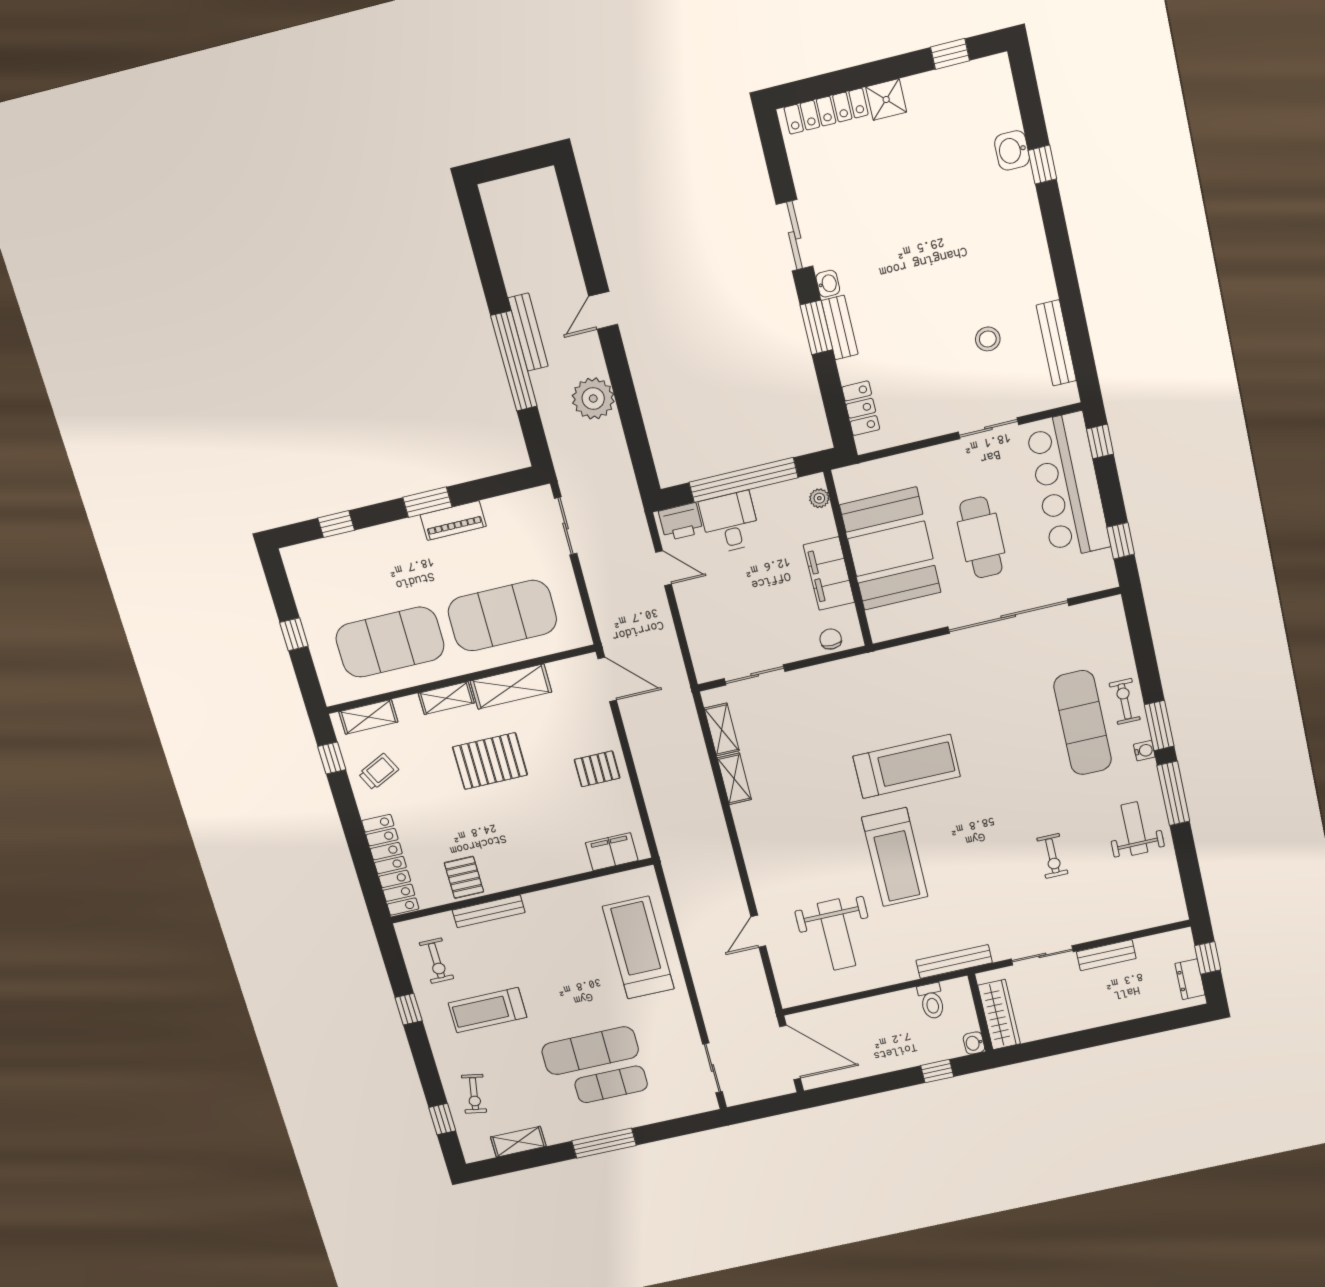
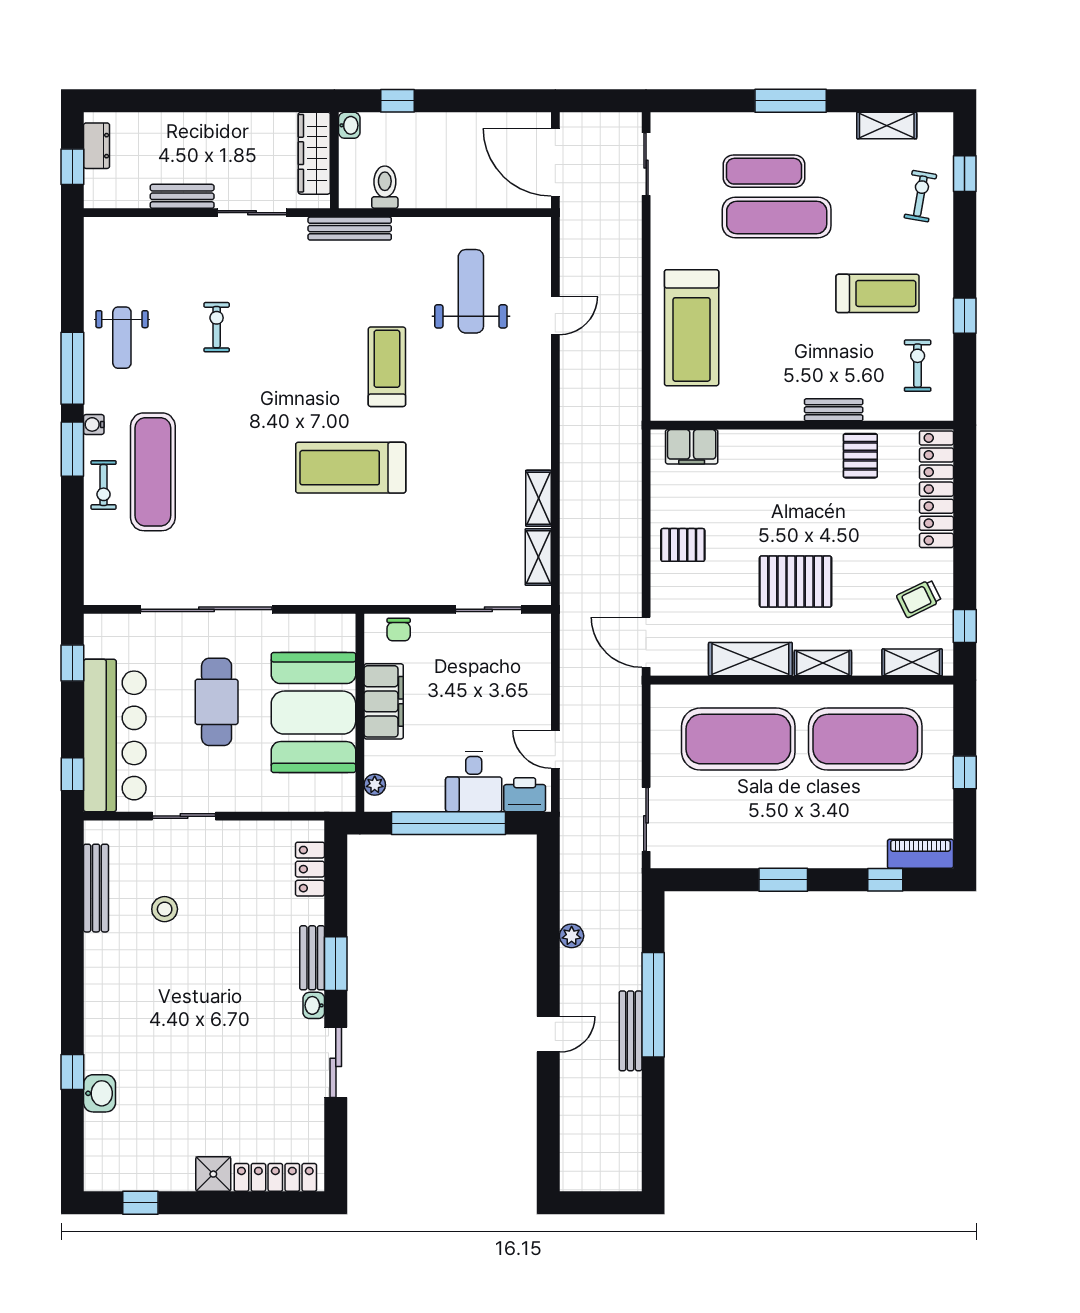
plant: (593, 398) -> (572, 936), width x0.53, depth x0.53
piano: (453, 521) -> (920, 854), moved
treadmill: (895, 857) -> (387, 367), width x0.73, depth x0.73
bench: (489, 911) -> (834, 410), width x0.73

